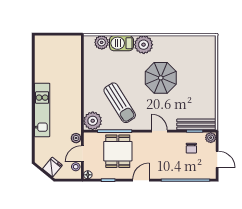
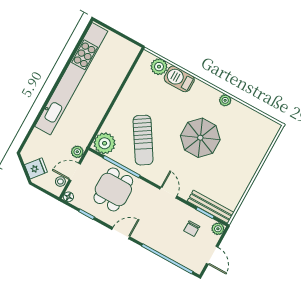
plant: (144, 45) -> (225, 100), moved, width x0.53, depth x0.53
kitchen unit: (42, 110) -> (71, 79), width x1.86

